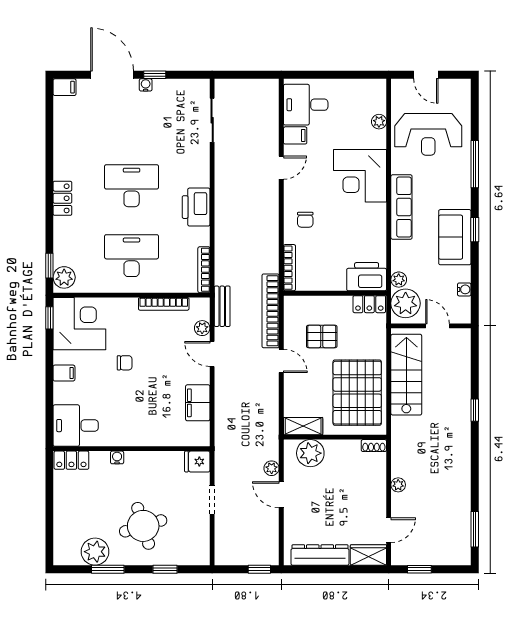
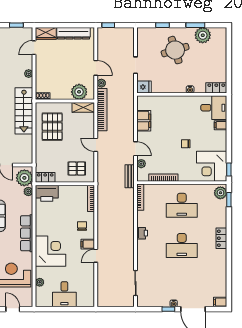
desk: (306, 105) -> (64, 294), moved, turned 90
filing cabinet: (295, 135) -> (88, 244), moved
printer: (196, 207) -> (142, 233), width x0.53, depth x0.68
bookcase: (270, 311) -> (102, 110), moved
pallet: (322, 336) -> (77, 169), moved
filing cabinet: (64, 373) -> (221, 125), moved
stairs: (406, 375) -> (24, 111), moved
pallet: (357, 393) -> (52, 127), width x0.73, depth x0.71

